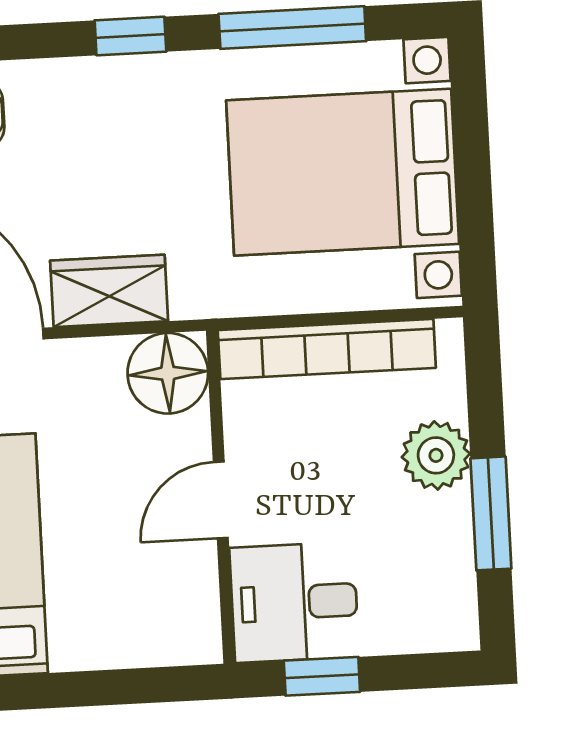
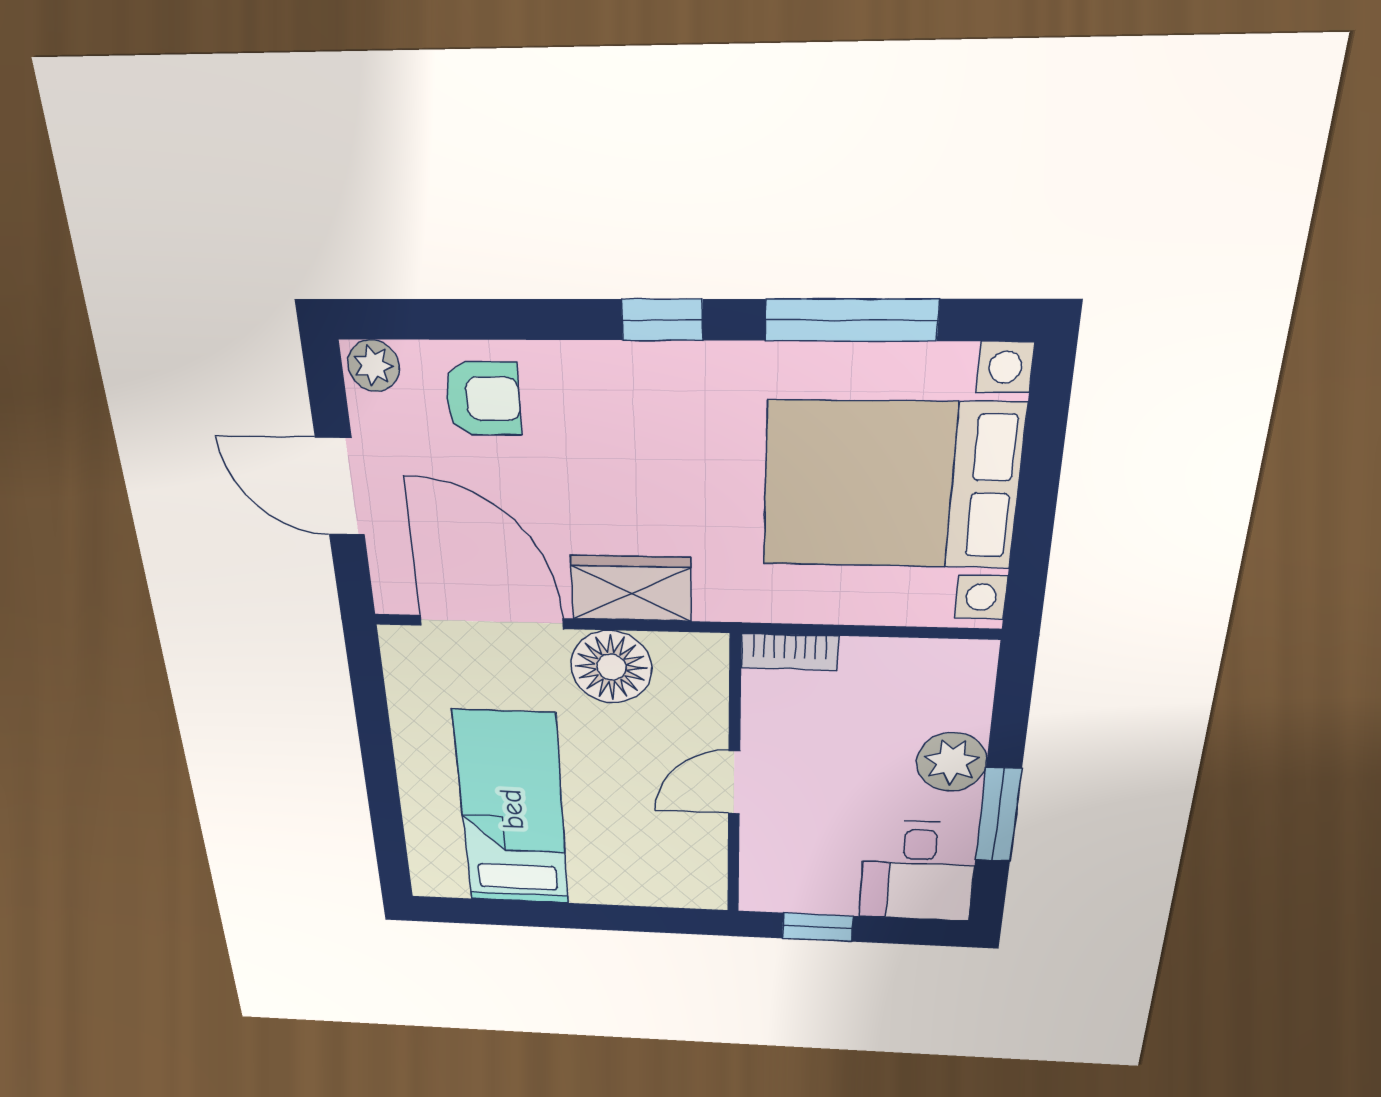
bookcase: (327, 349) -> (789, 652), width x0.43, depth x0.76
floor lamp: (168, 373) -> (611, 667), moved
desk: (294, 602) -> (918, 871), moved, turned -90

